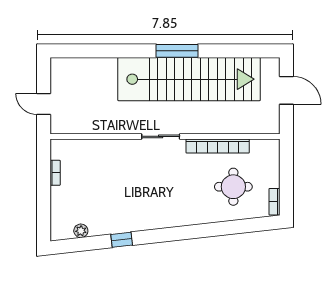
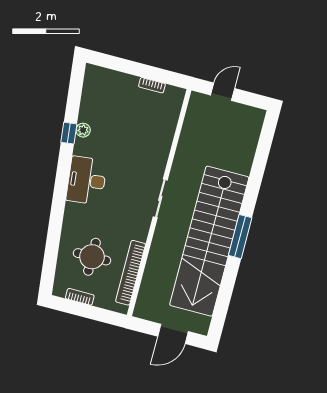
bookcase: (218, 146) -> (131, 273), moved
bookcase: (274, 202) -> (80, 297), moved
desk: (162, 211) -> (87, 180), added
plant: (81, 231) -> (83, 130), moved

